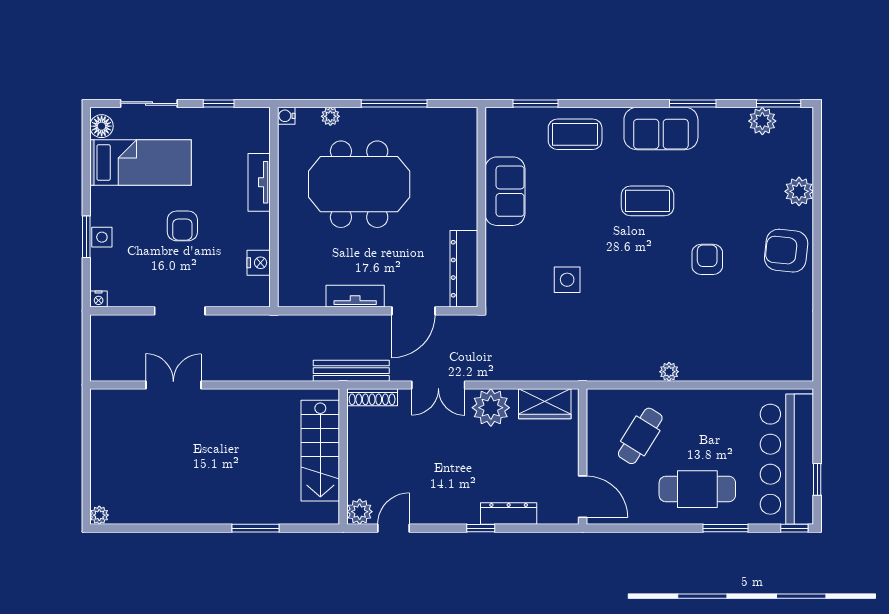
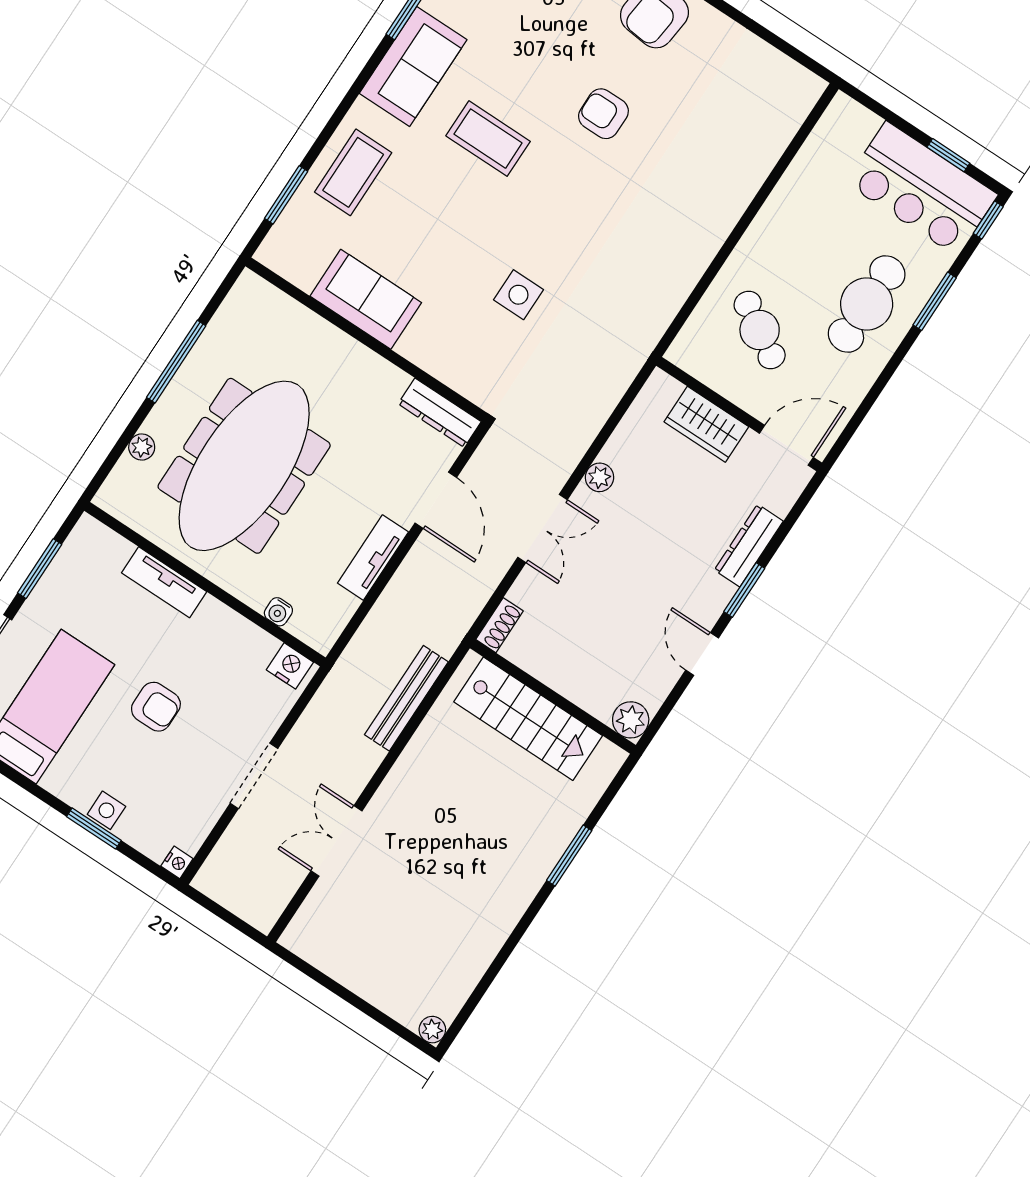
window: (219, 103) -> (40, 569), width x1.50
water cooler: (286, 116) -> (278, 612), moved
meeting table: (359, 184) -> (244, 466), width x1.36
coffee table: (648, 201) -> (488, 139), turned 90
nightstand: (259, 263) -> (290, 666), moved
dresser: (464, 269) -> (440, 413), width x0.73, depth x0.80
bench: (351, 371) -> (406, 698), moved
plant: (669, 372) -> (706, 246), removed
shoe rack: (372, 397) -> (500, 625), width x0.70
wardrobe: (545, 404) -> (706, 424), moved, turned 90
plant: (491, 408) -> (599, 477), width x0.53, depth x0.53
bar counter: (787, 459) -> (922, 189), width x0.73
door: (394, 528) -> (702, 654), moved
window: (481, 528) -> (744, 590), width x1.50

